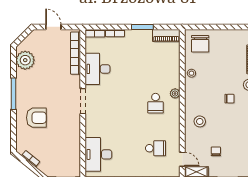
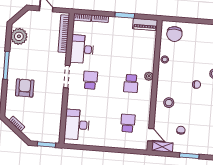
school desk: (109, 103) -> (90, 80), added
armchair: (36, 118) -> (25, 88), turned -90
school desk: (156, 148) -> (128, 123), turned -90

